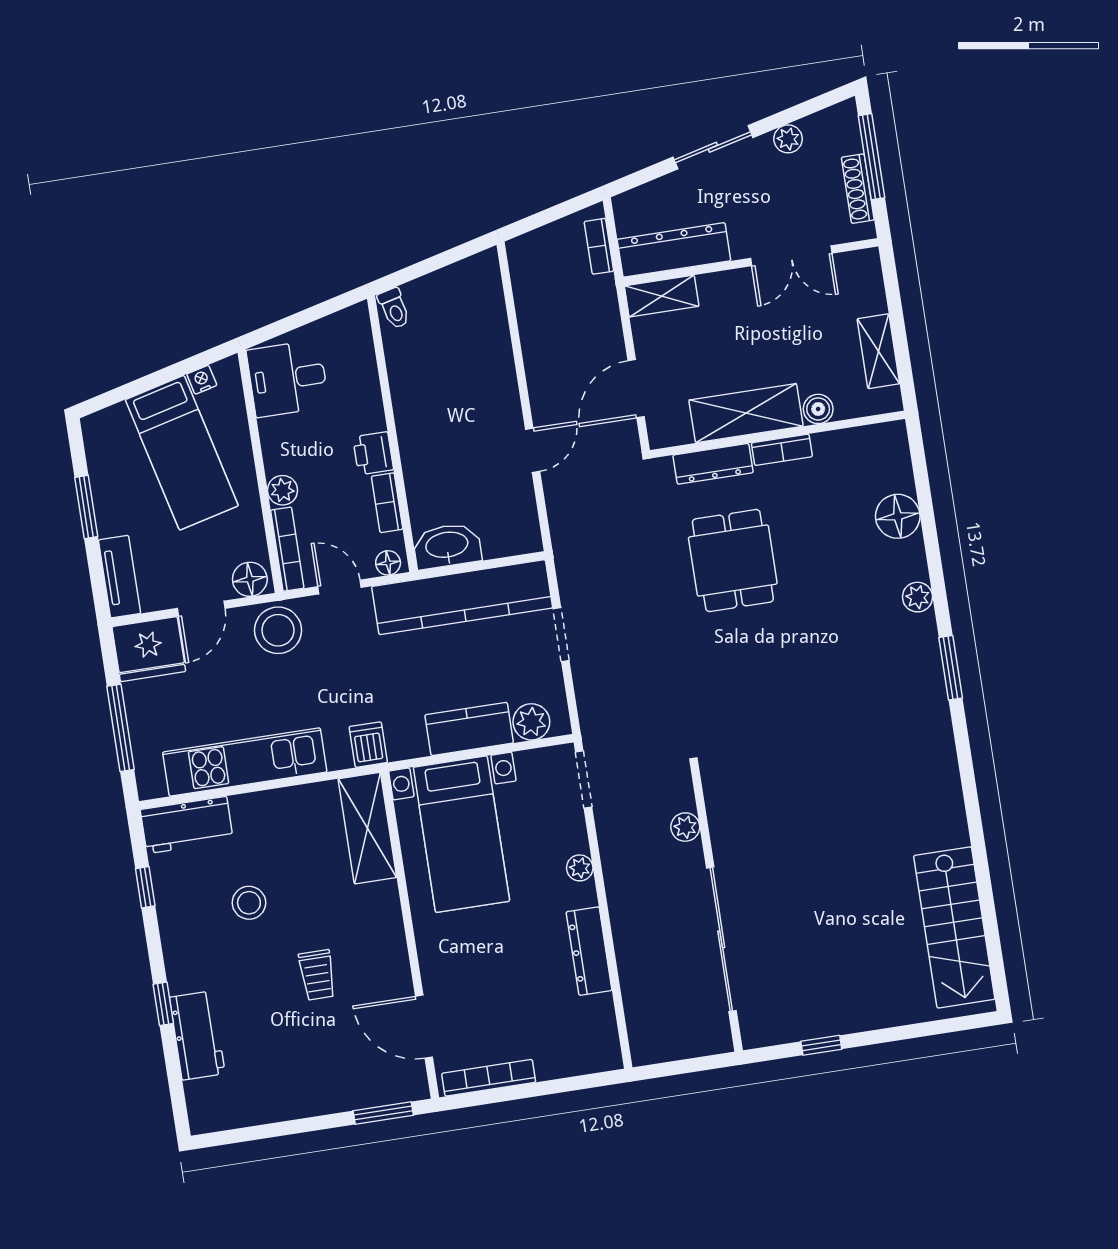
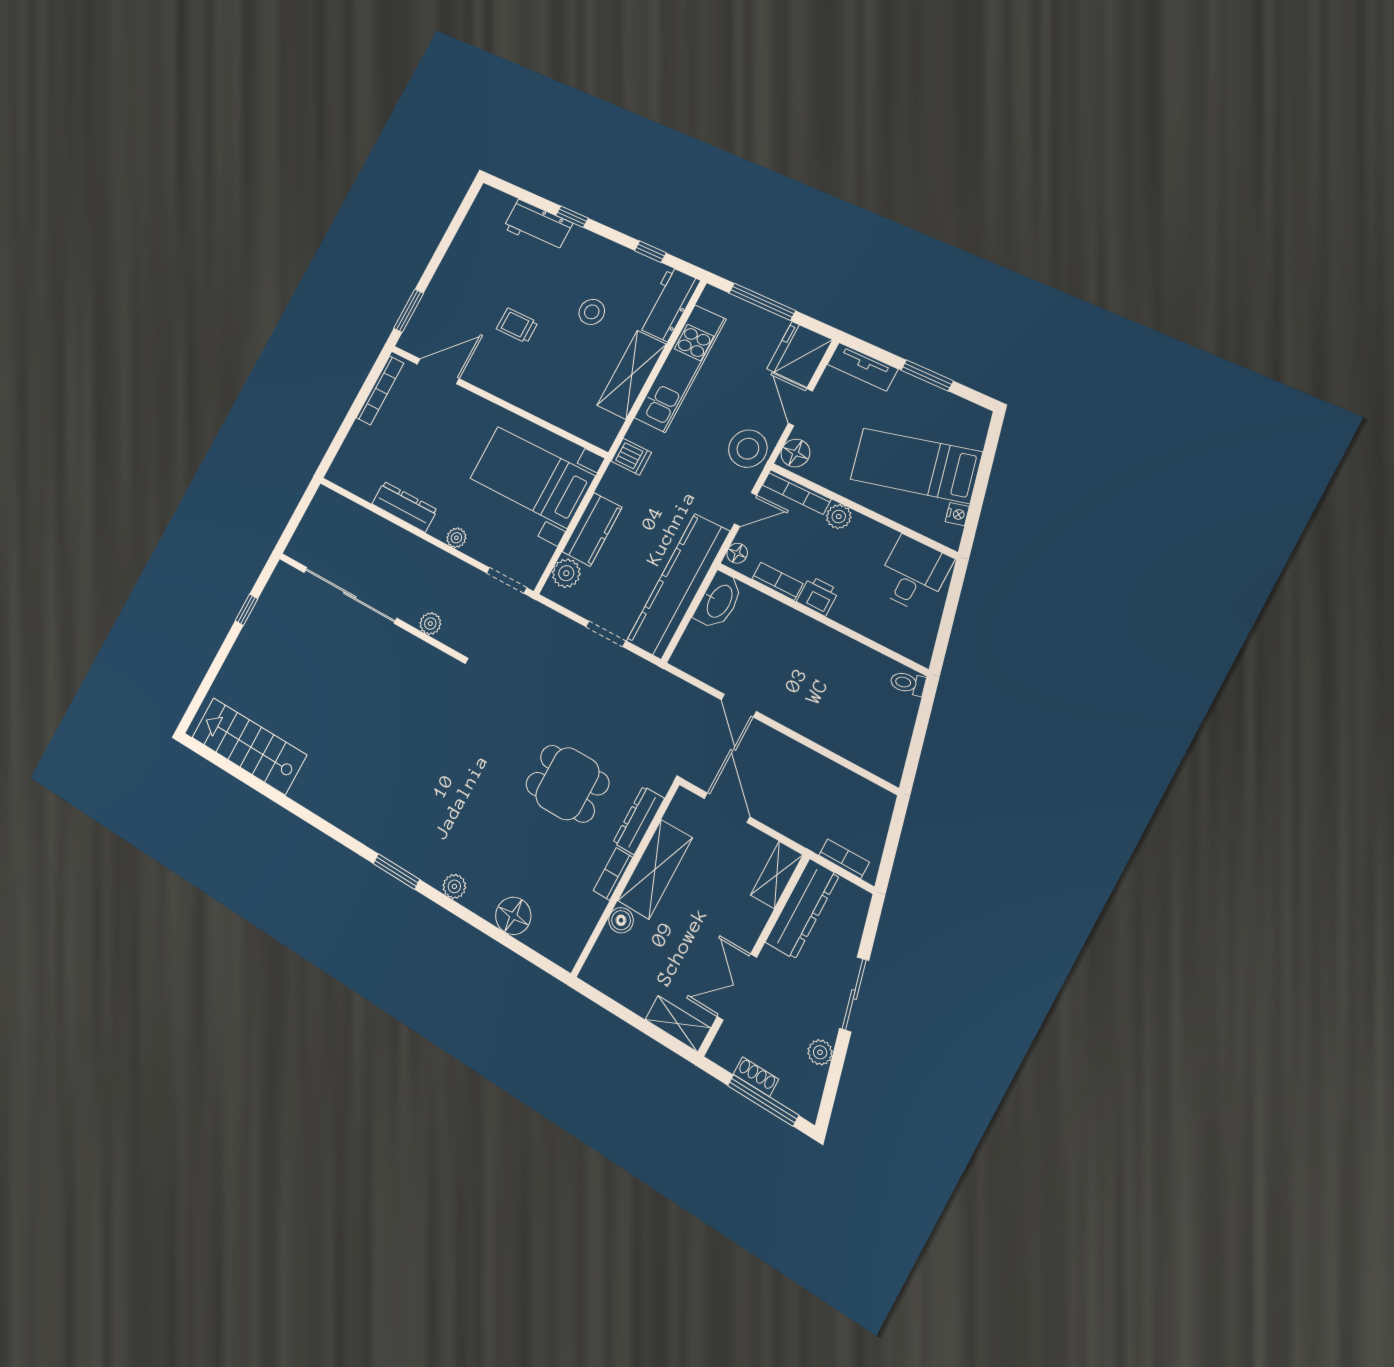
shoe rack: (858, 189) -> (756, 1077), width x0.70
shelving: (878, 351) -> (678, 1024), moved
shelving: (367, 828) -> (632, 375), moved, turned 90

